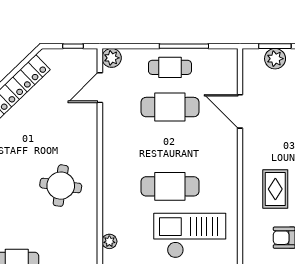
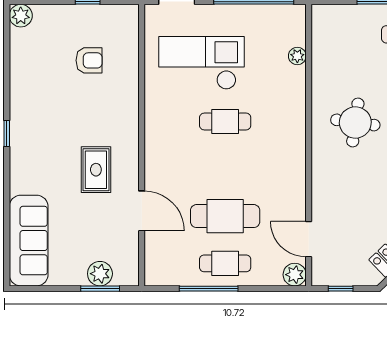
door: (100, 88) -> (309, 239), swing flipped
cafe table: (170, 186) -> (225, 121), width x0.73, depth x0.74
rug: (275, 189) -> (96, 170), moved
checkout: (190, 236) -> (202, 63), turned 180

